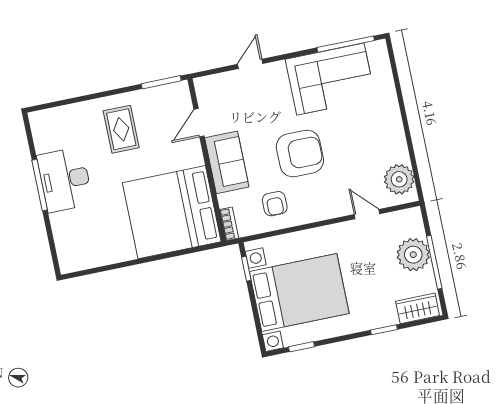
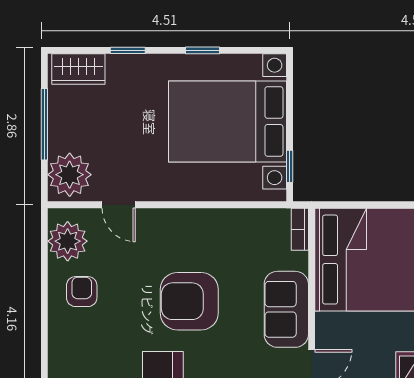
armchair: (275, 204) -> (82, 292), moved
plant: (413, 255) -> (70, 175), moved
window: (302, 347) -> (202, 50), moved

